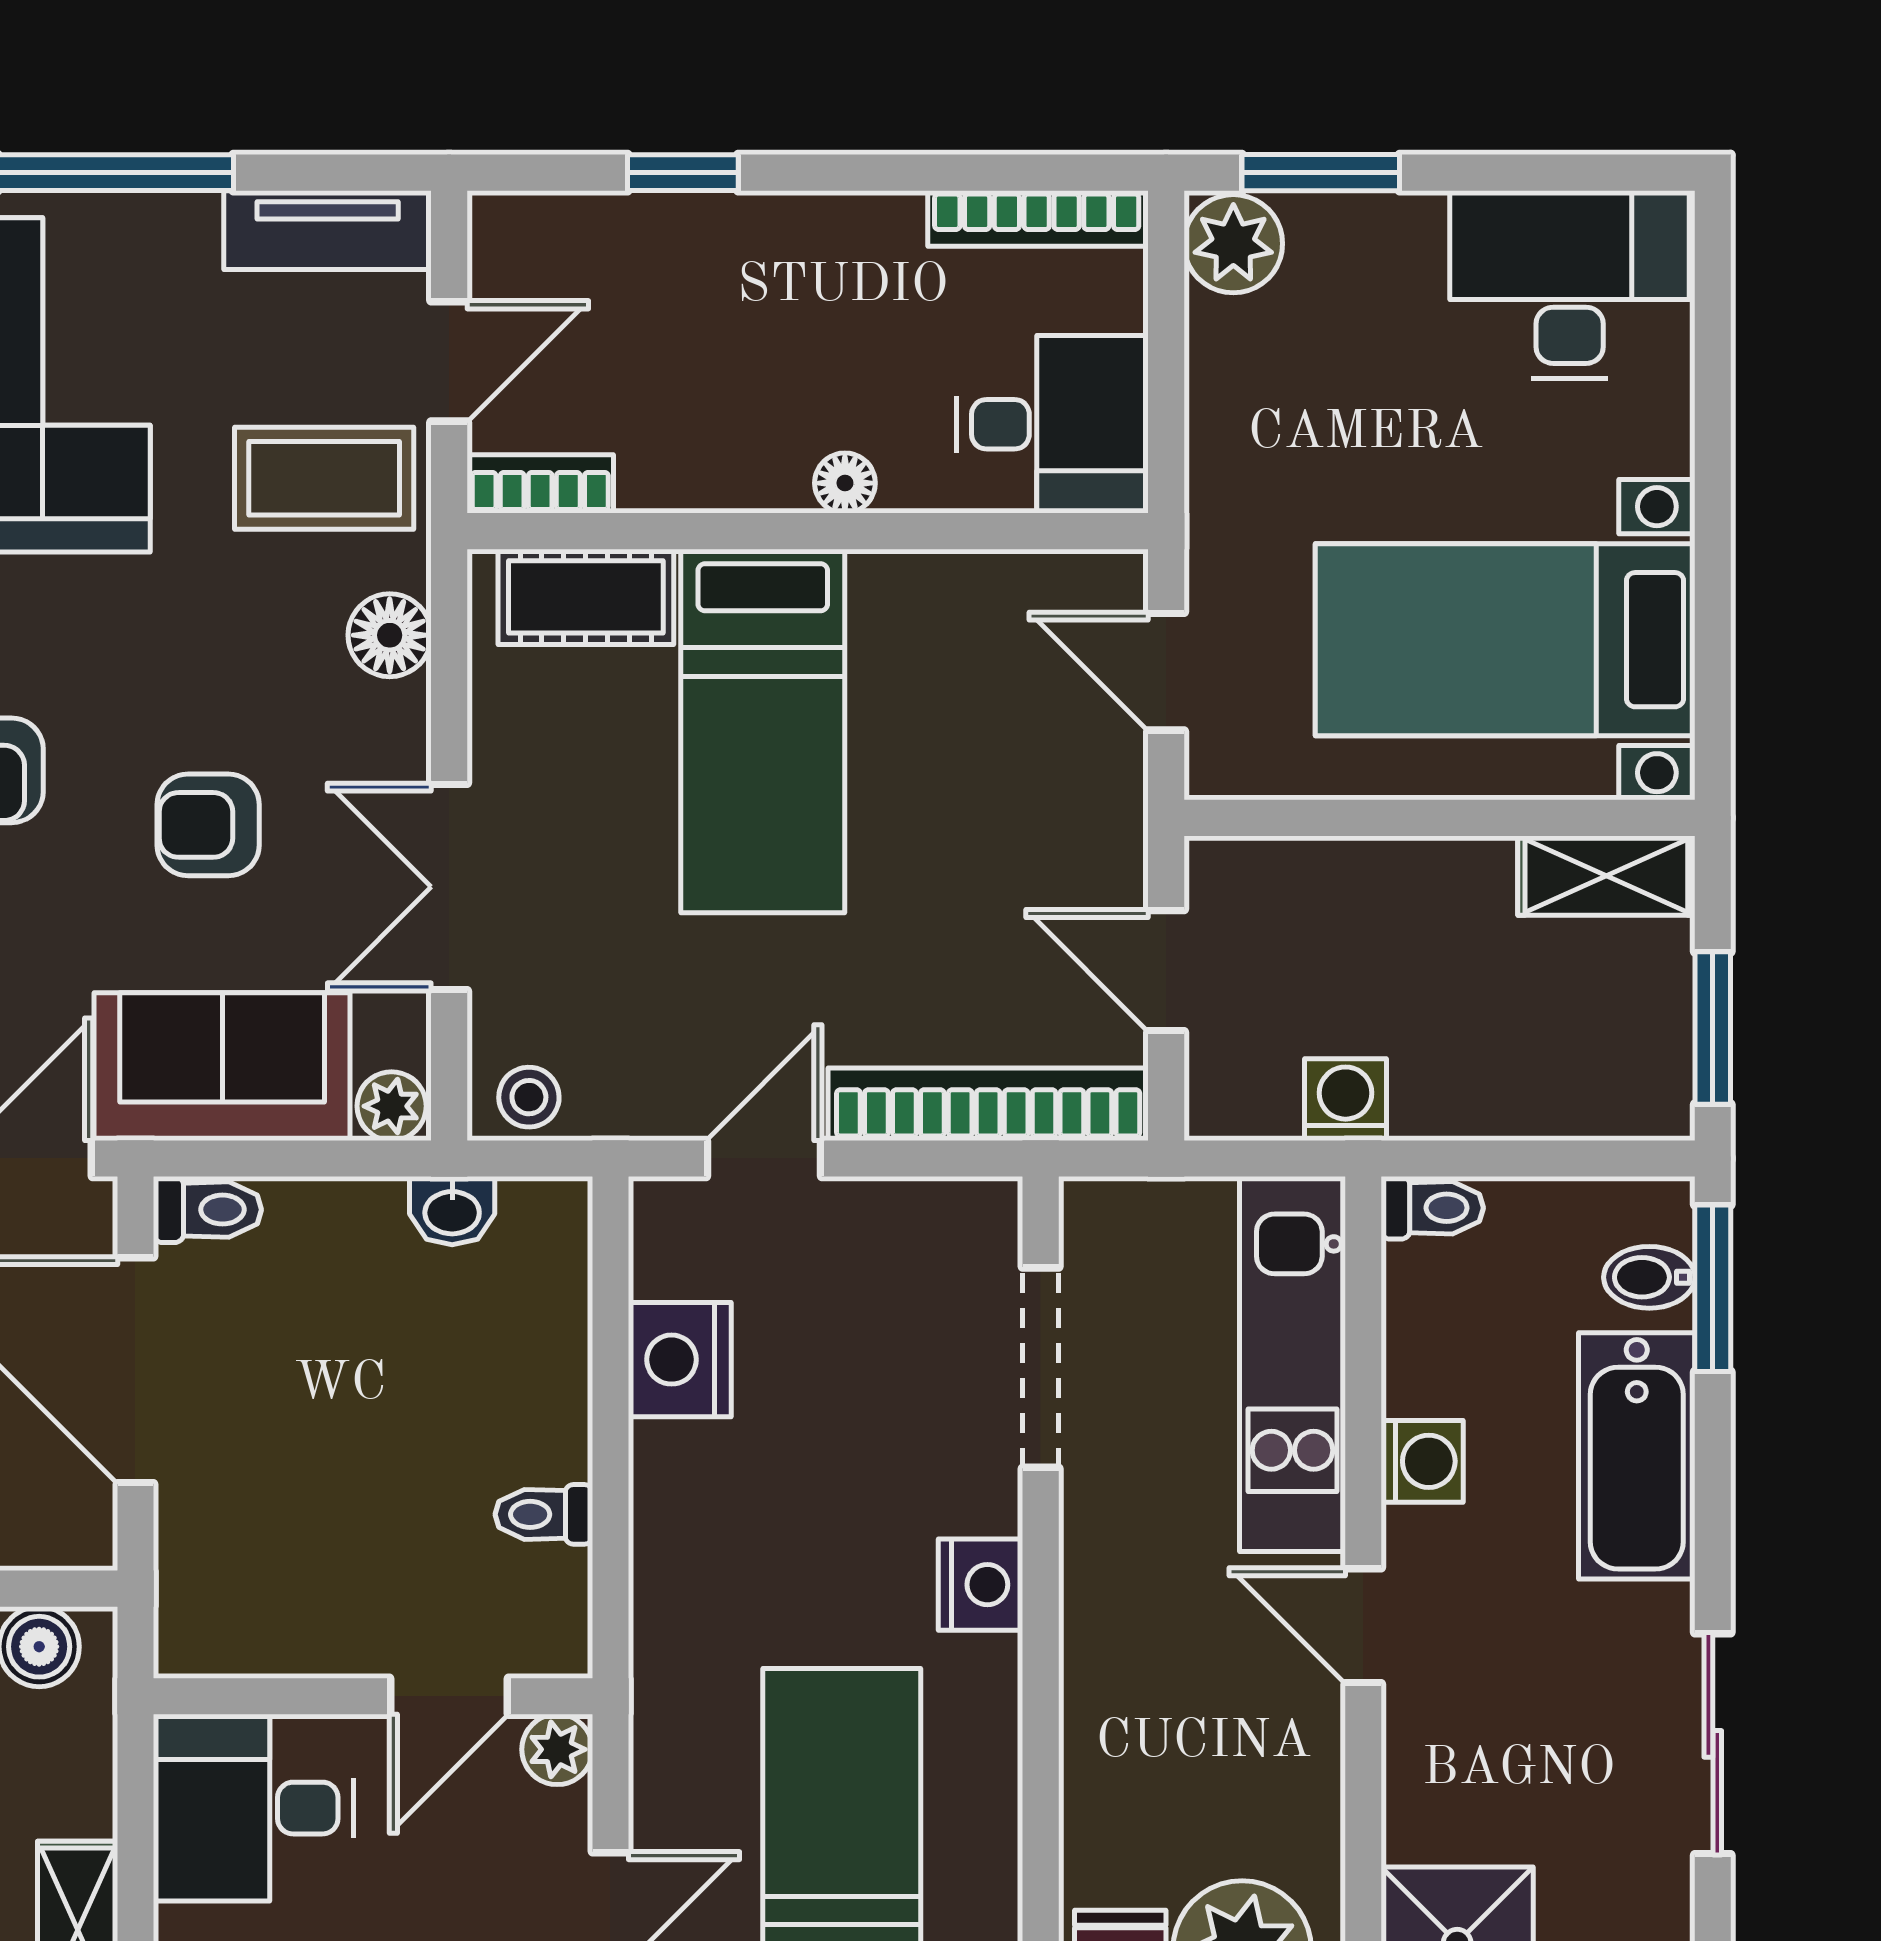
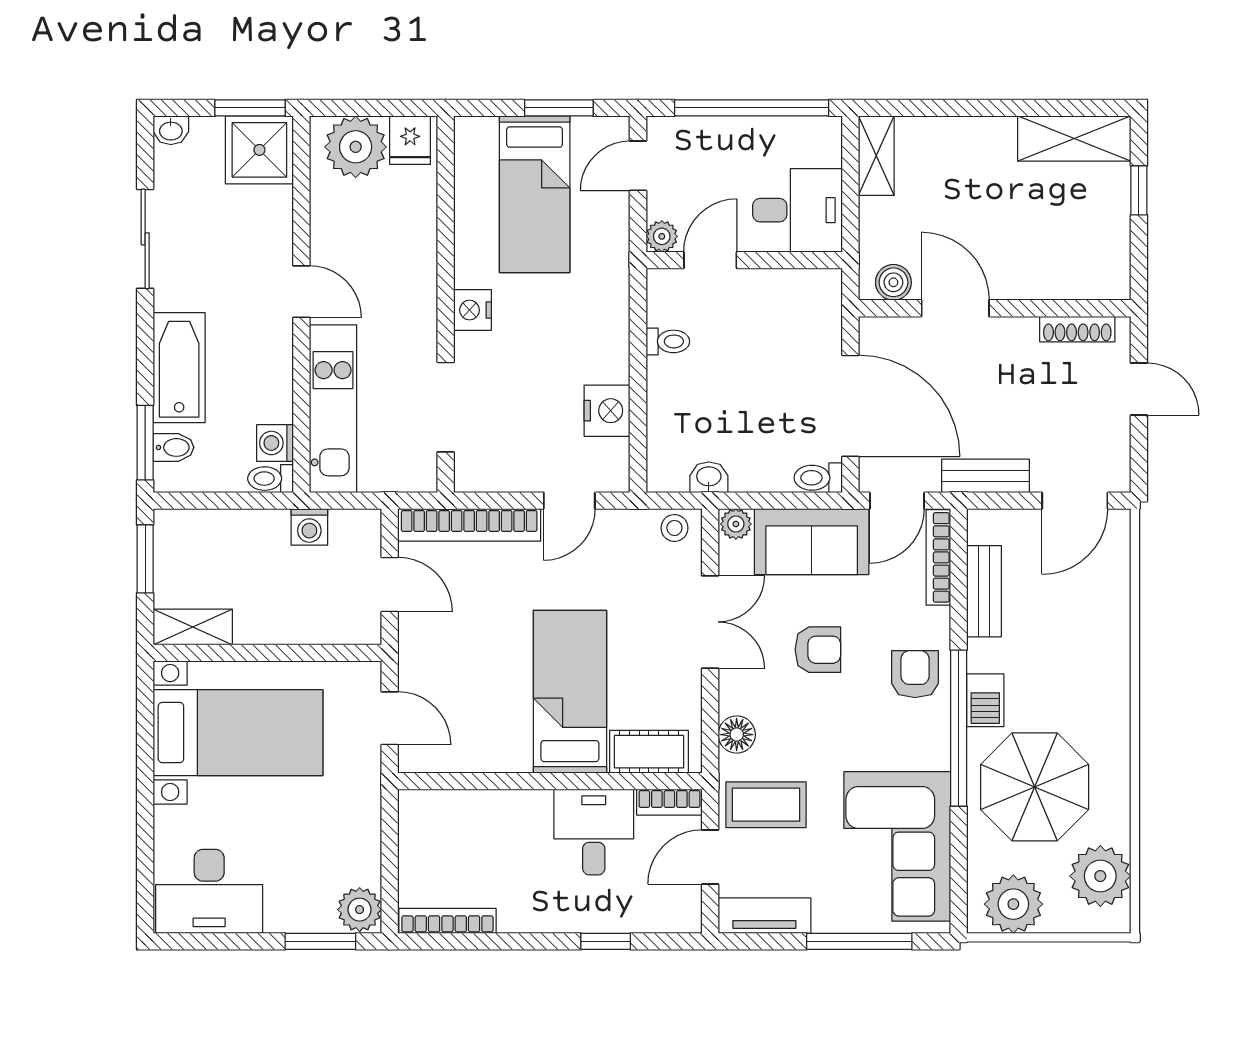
desk: (1052, 424) -> (594, 832), moved, turned 90
floor lamp: (845, 483) -> (533, 803), removed
washing machine: (1422, 1461) -> (275, 443), moved

